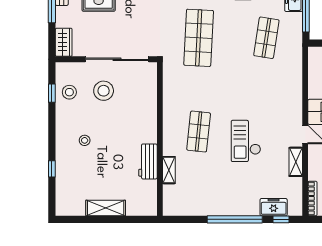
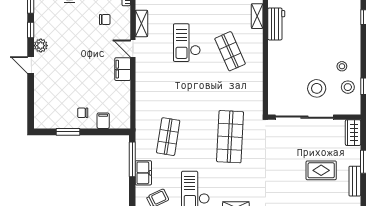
shop shelf: (199, 132) -> (230, 51), turned -30
stool: (85, 140) -> (342, 66), moved
checkout: (246, 141) -> (187, 43), turned 180

